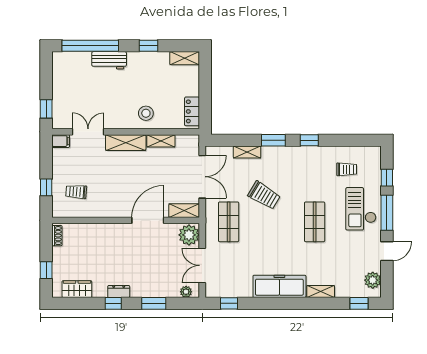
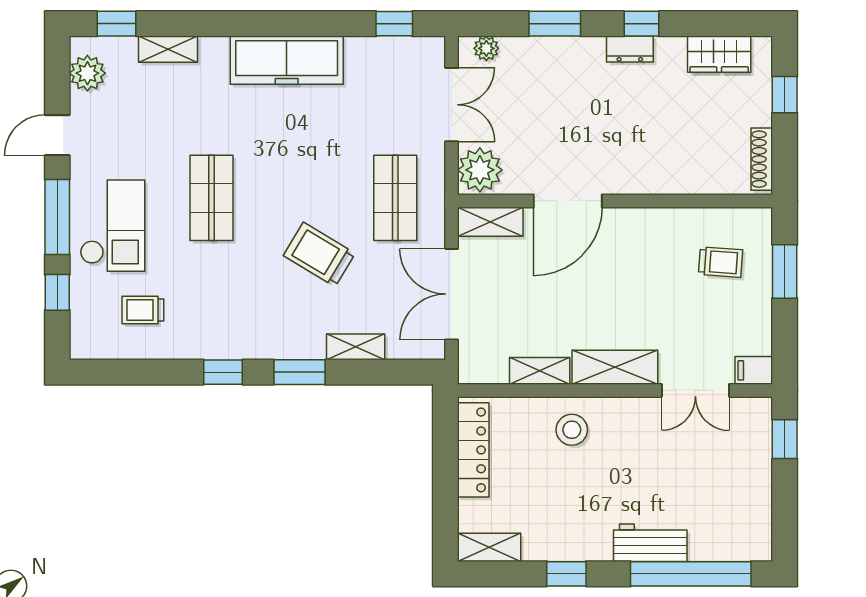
locker: (192, 111) -> (473, 450), width x1.53
window: (46, 187) -> (785, 271), width x1.50
shoe rack: (57, 236) -> (762, 159), width x1.43
shelving: (321, 291) -> (168, 49), moved

